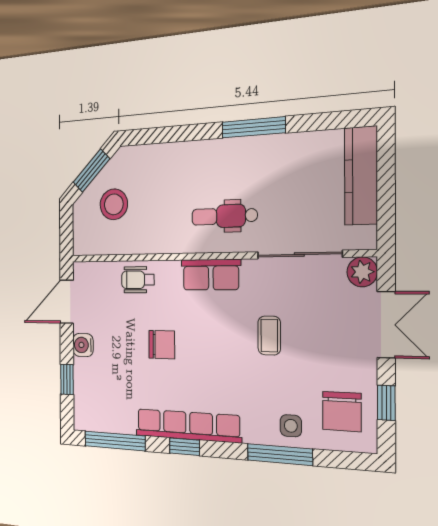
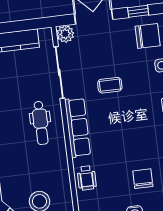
row of seats: (211, 275) -> (78, 128), width x1.48
chair: (162, 345) -> (143, 179), moved

